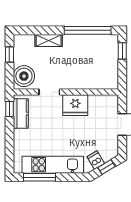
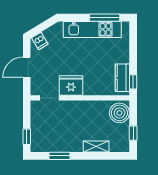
window: (88, 30) -> (59, 156), width x0.47
doorway: (49, 92) -> (49, 98), moved
dishwasher: (96, 160) -> (40, 41), moved
window: (107, 167) -> (42, 27), removed

